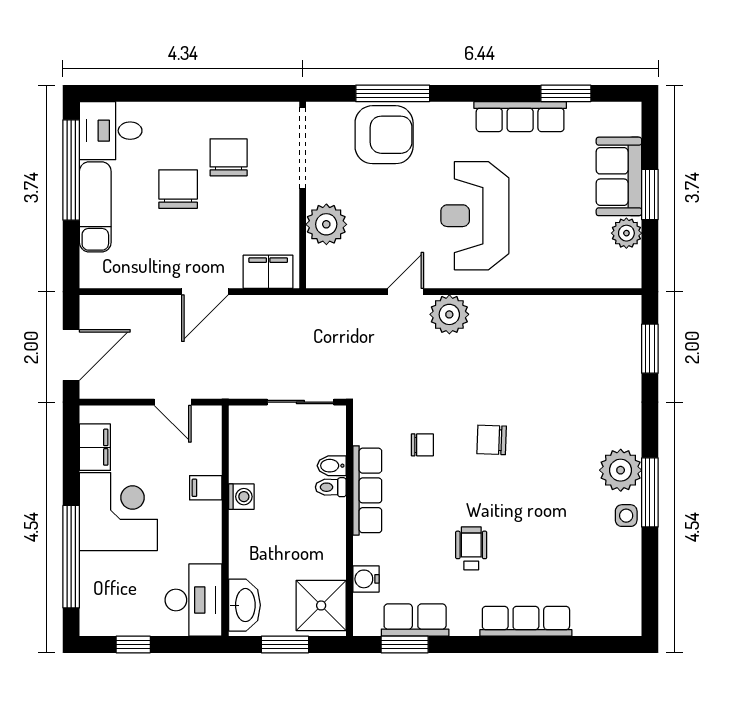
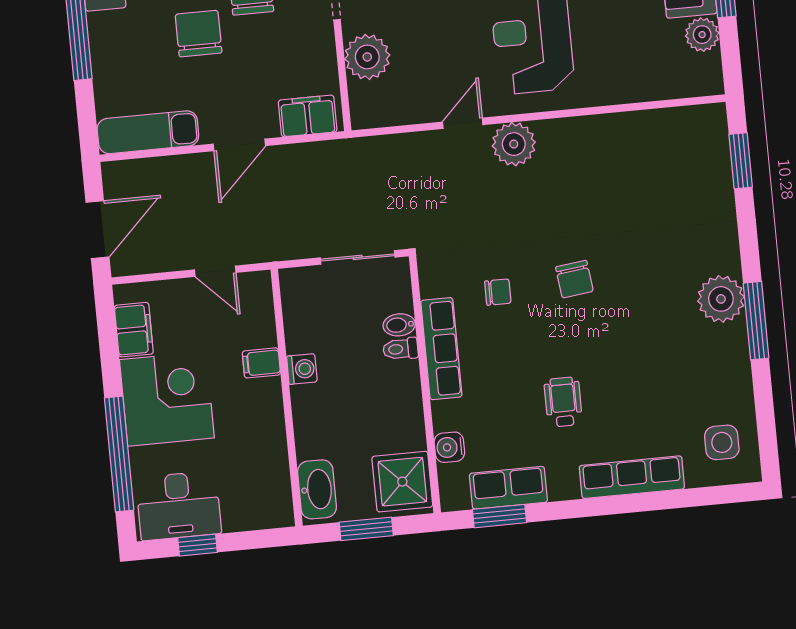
exam couch: (95, 207) -> (148, 132), moved, turned -90
chair: (492, 440) -> (574, 279), turned -99
side table: (626, 516) -> (722, 442), moved, width x1.37, depth x1.37
desk: (194, 600) -> (179, 506), moved, turned 90

